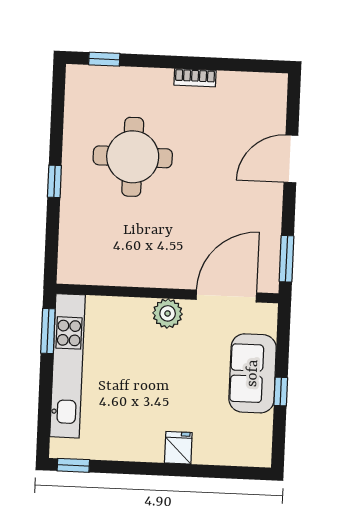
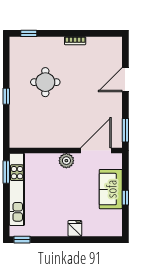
round table: (133, 157) -> (45, 82), width x0.73, depth x0.73

